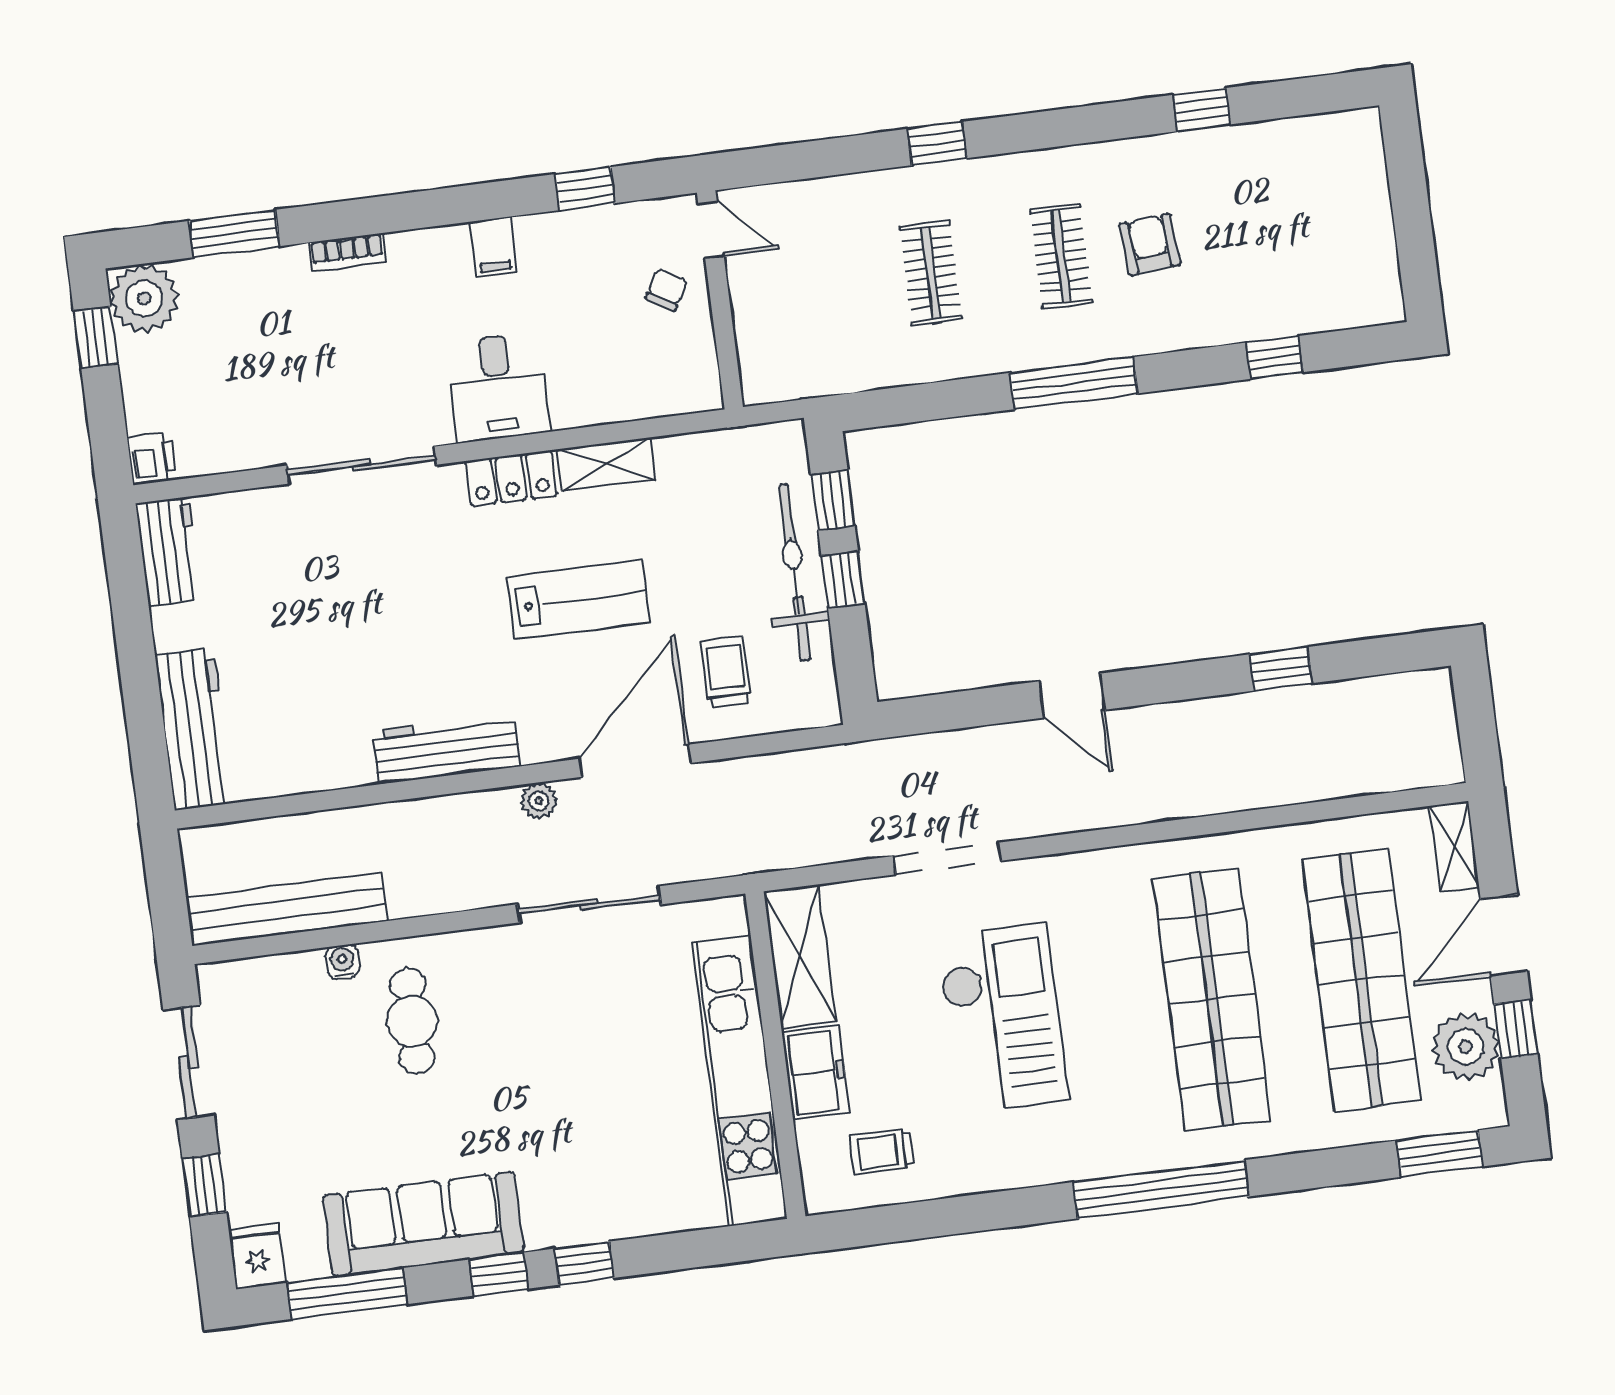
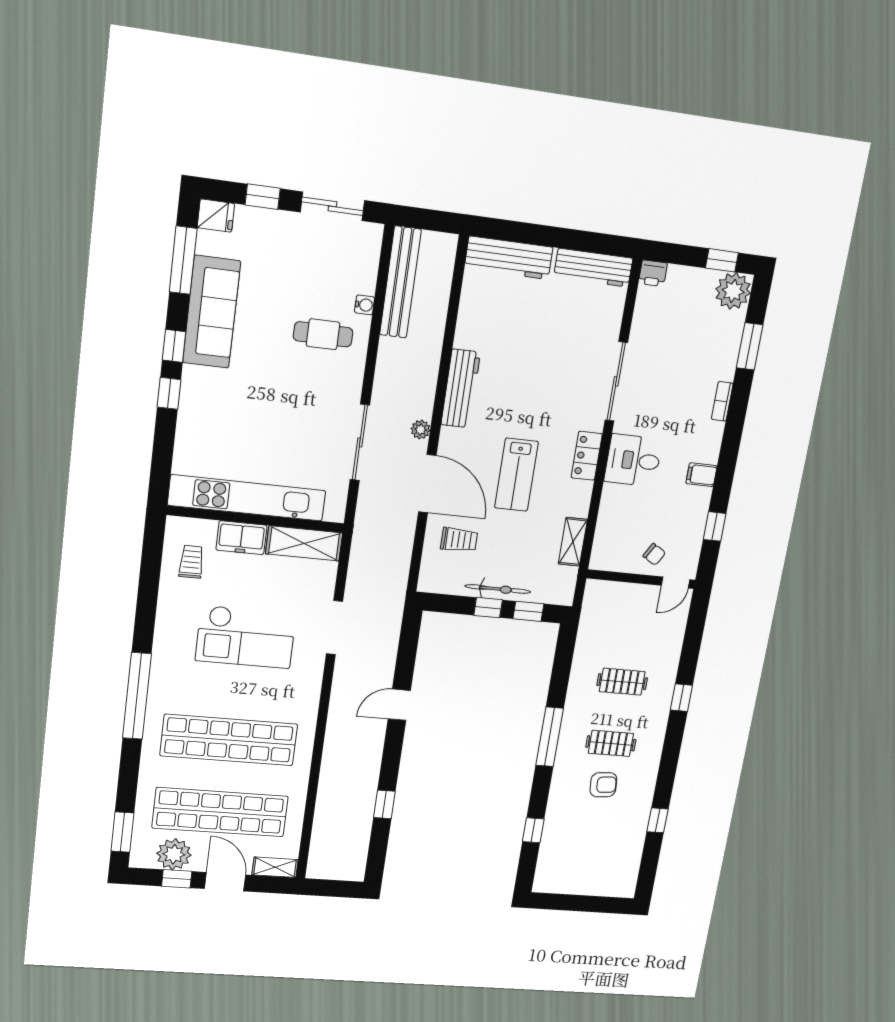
shelving: (606, 464) -> (573, 542), moved
workbench: (168, 551) -> (593, 268), width x1.38
bicycle: (795, 572) -> (498, 589), width x0.73, depth x0.71

